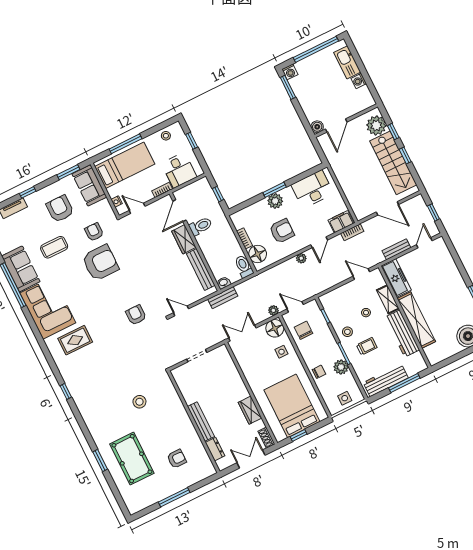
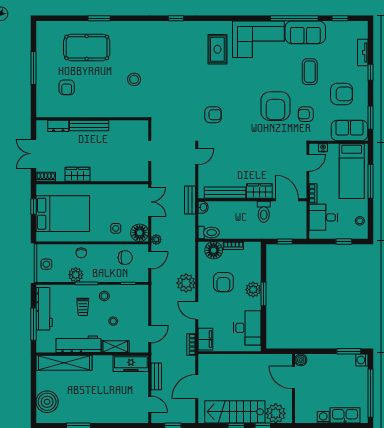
armchair: (94, 232) -> (306, 114), turned 180
plant: (301, 258) -> (186, 283), width x1.87, depth x1.87
shelving: (416, 320) -> (64, 363), moved
double door: (251, 459) -> (33, 154), swing flipped

